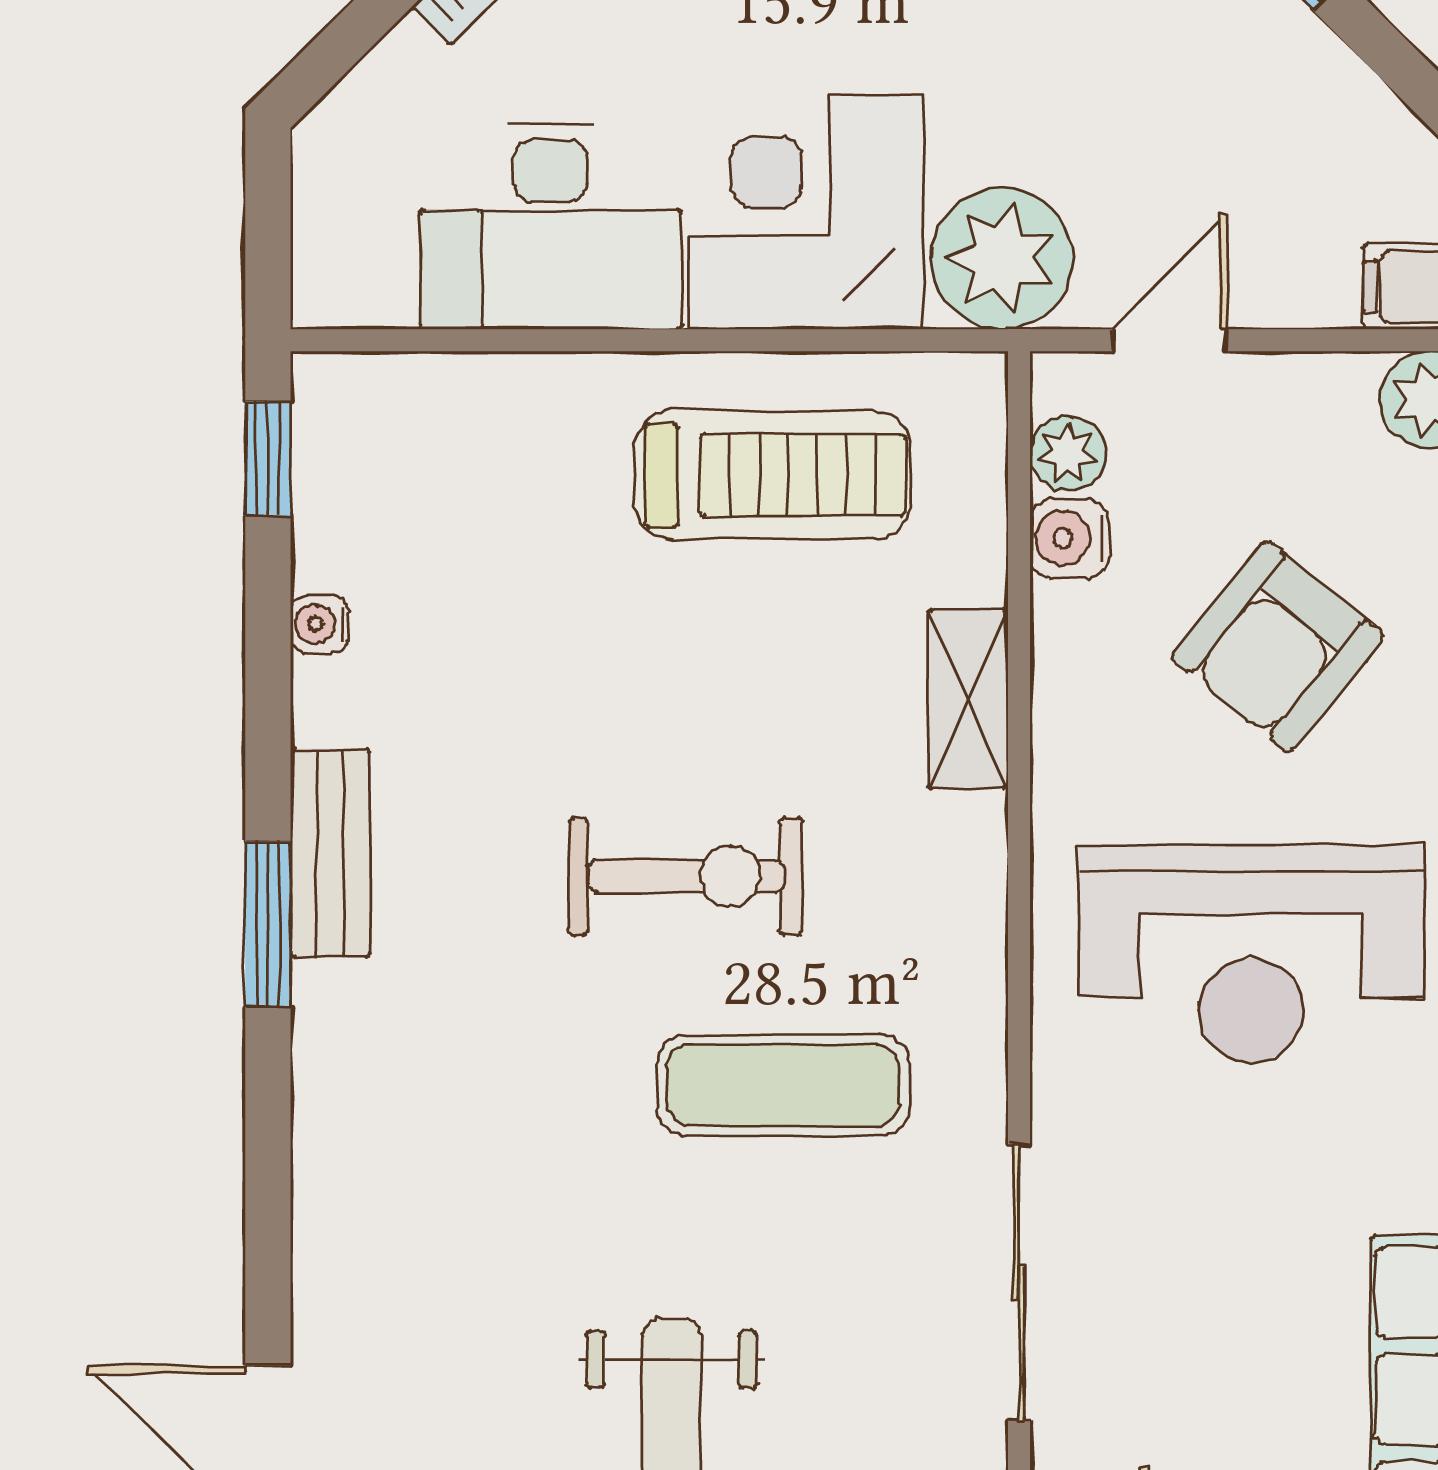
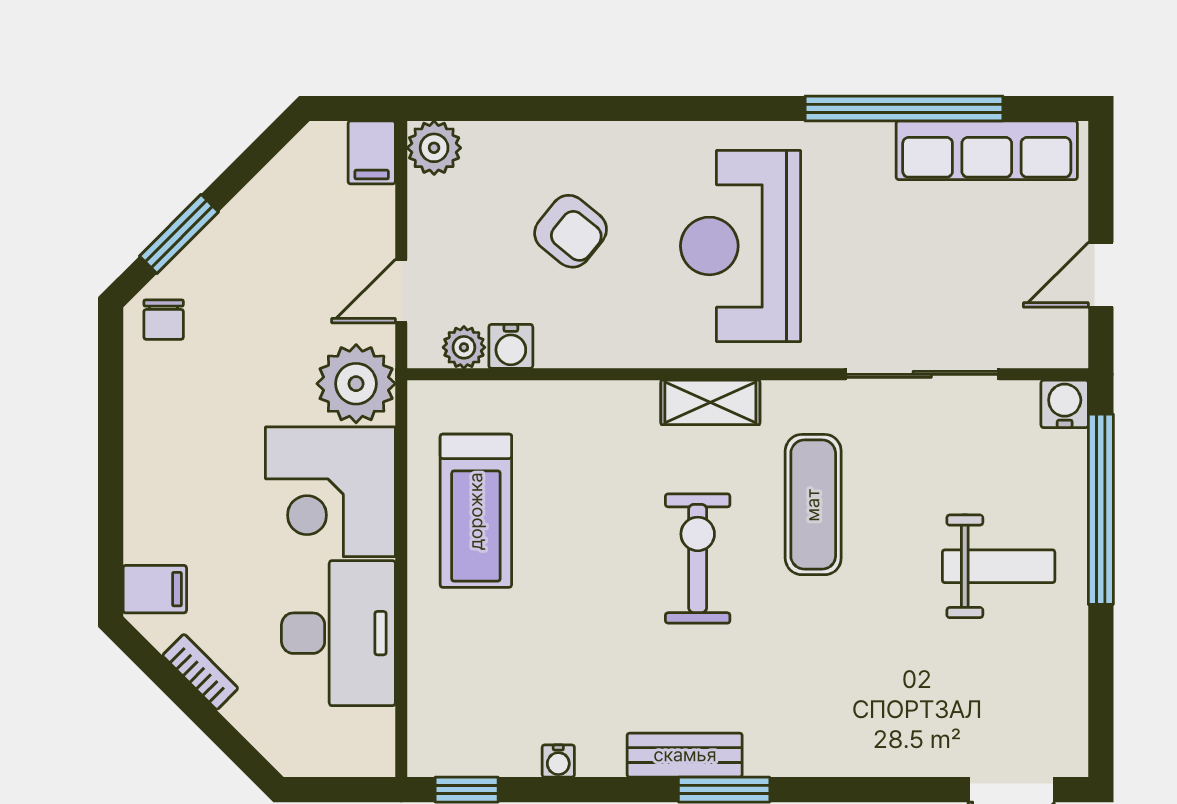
door: (1169, 340) -> (401, 291), hinge flipped
treadmill: (772, 475) -> (476, 511), turned 180
armchair: (1278, 646) -> (571, 231), width x0.72, depth x0.72
shelving: (968, 699) -> (710, 402), moved
reception desk: (1251, 954) -> (741, 246), turned 180

